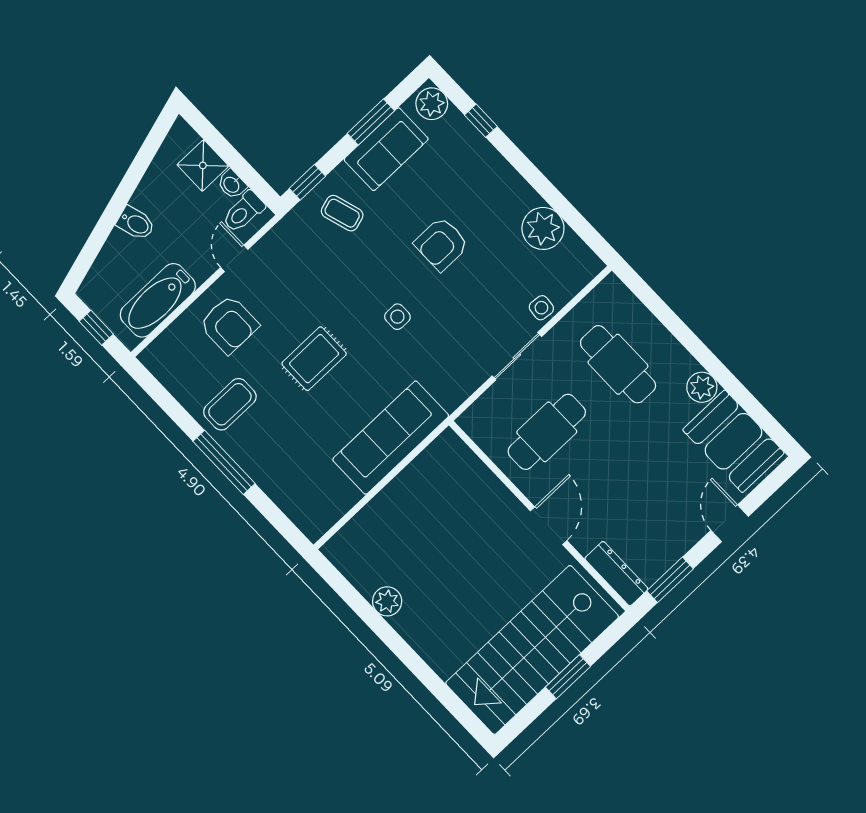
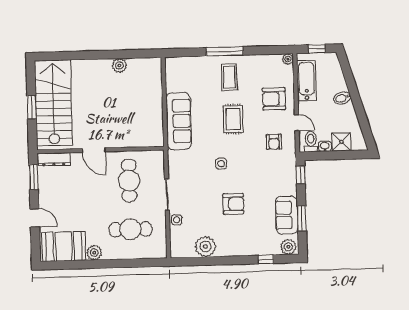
coffee table: (342, 213) -> (278, 178), removed
armchair: (441, 244) -> (233, 204), turned 90
armchair: (294, 267) -> (274, 142), added
plant: (151, 357) -> (288, 59), added
coffee table: (230, 404) -> (229, 77), moved

